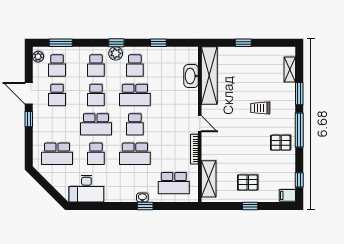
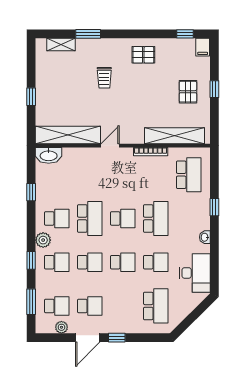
window: (116, 43) -> (31, 260), moved
plant: (38, 57) -> (61, 327), moved
washbasin: (191, 76) -> (49, 155), moved
school desk: (96, 124) -> (123, 262), width x0.54
door: (200, 124) -> (110, 146), moved
window: (299, 130) -> (129, 34), removed
pallet: (281, 143) -> (143, 55), turned 90
shelving: (209, 179) -> (174, 136), width x1.47
washbasin: (142, 197) -> (205, 237), moved

